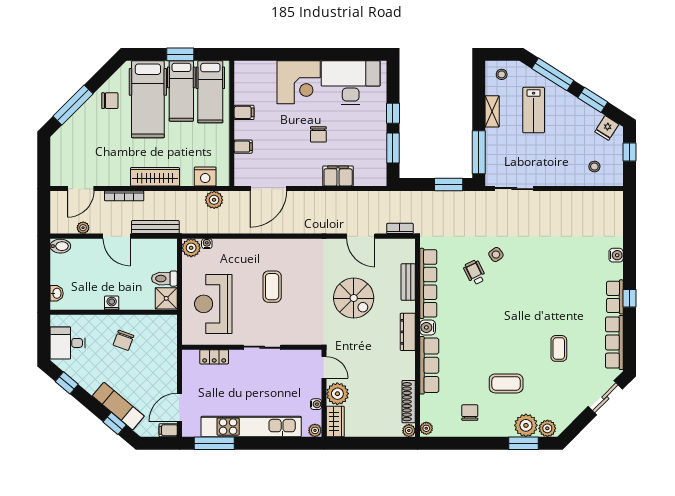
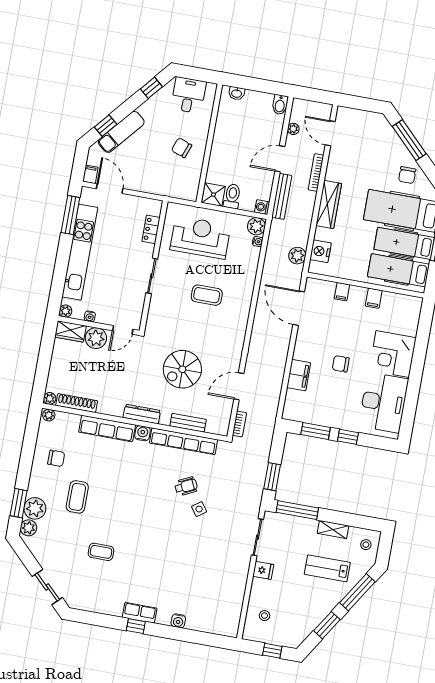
fridge: (607, 128) -> (263, 570), moved, turned 147
washing machine: (112, 303) -> (262, 207), moved, turned 180
row of seats: (614, 342) -> (97, 605), removed

